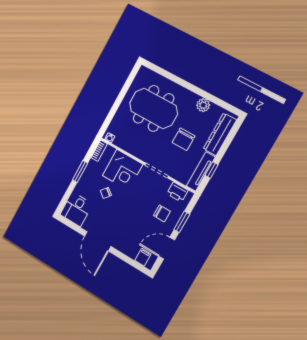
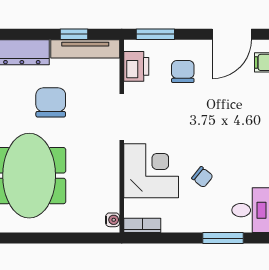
chair: (184, 139) -> (51, 102), turned -90
window: (80, 172) -> (223, 238), moved
window: (182, 222) -> (155, 34), moved
door: (167, 248) -> (232, 34), hinge flipped

